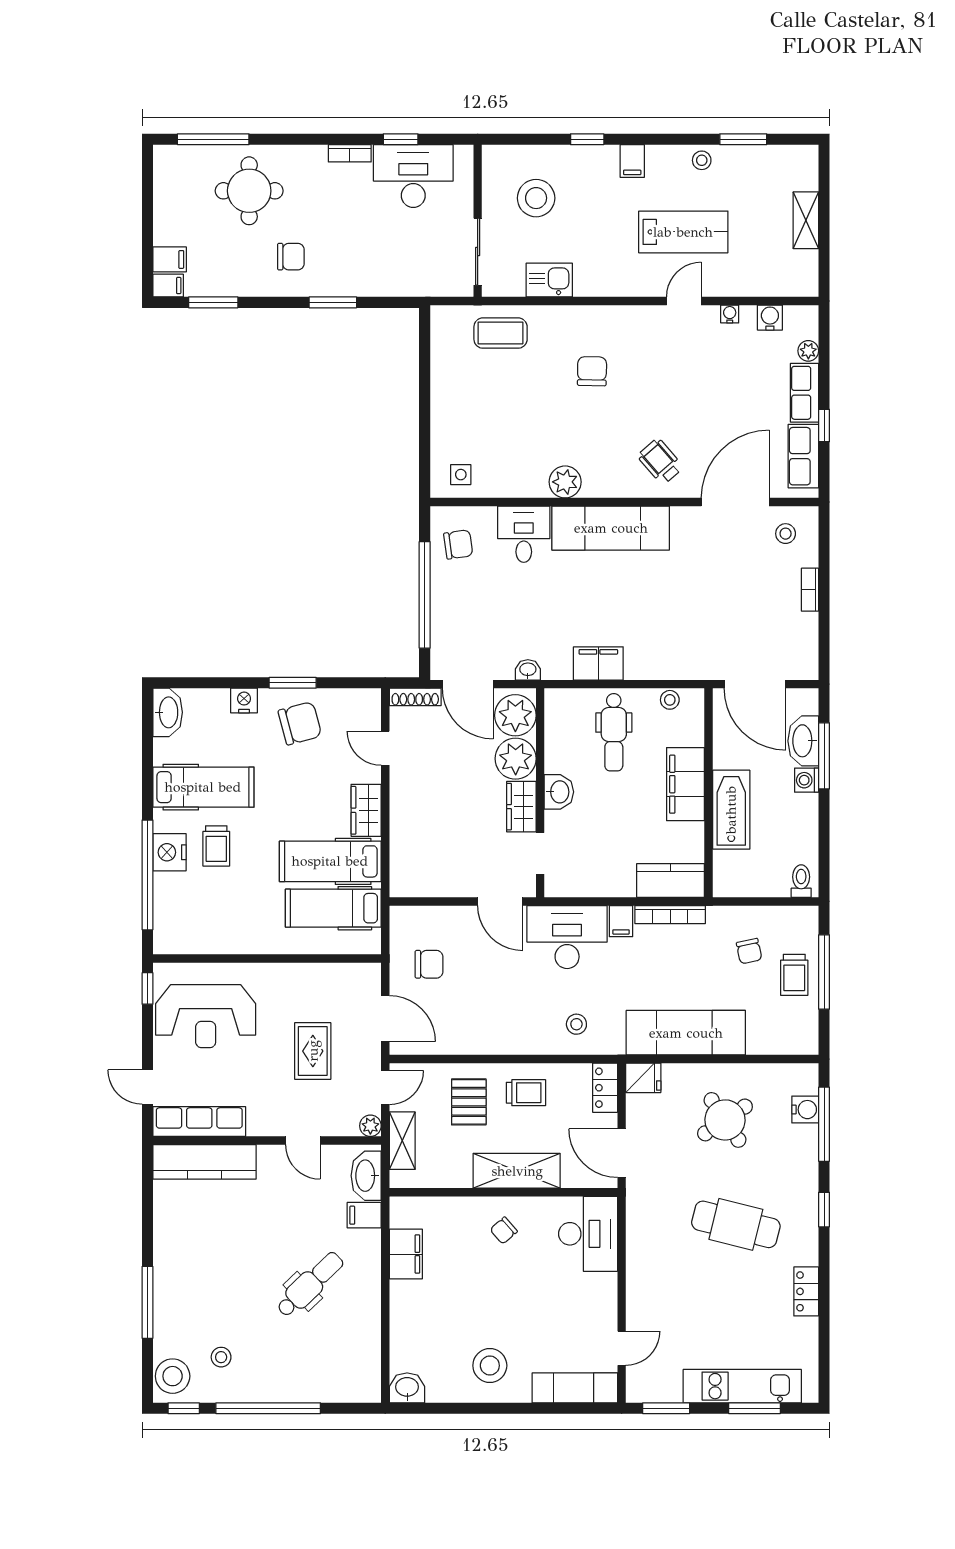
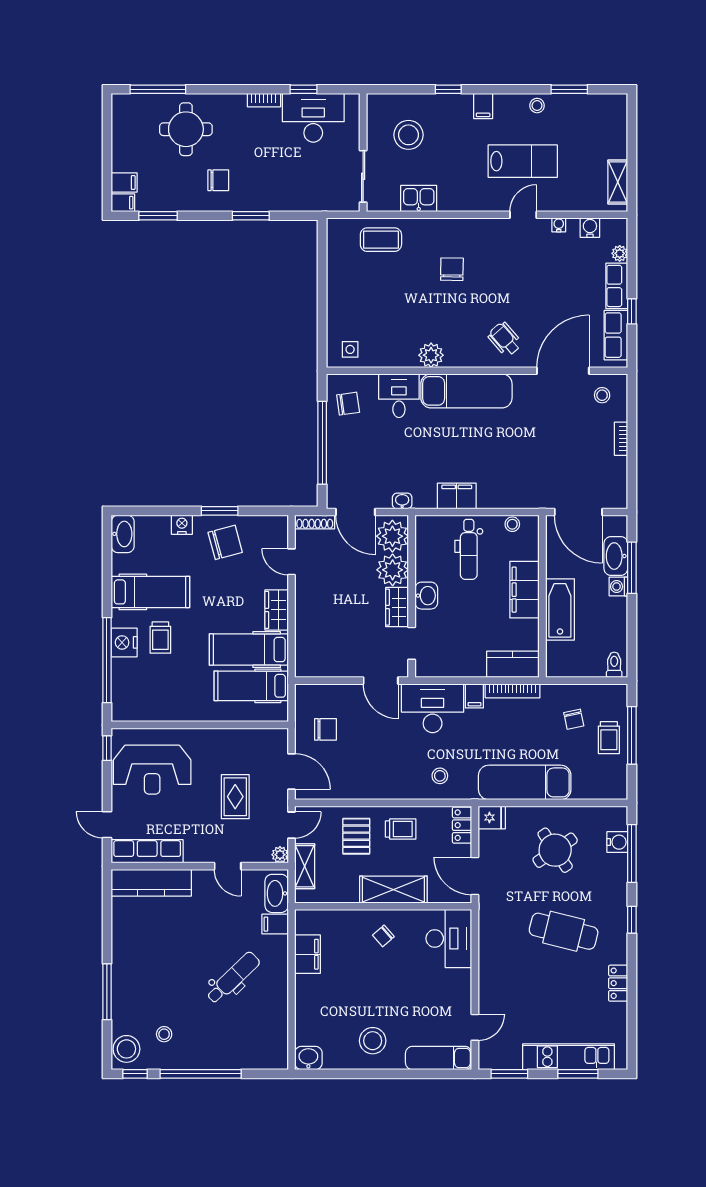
shelving: (806, 220) -> (618, 182), moved

